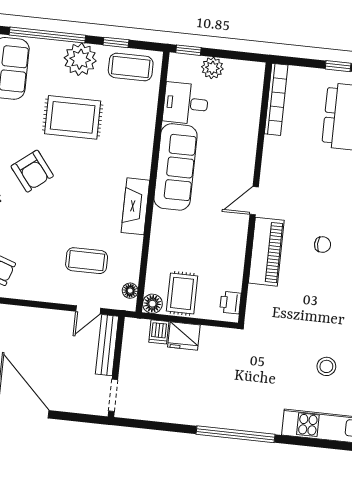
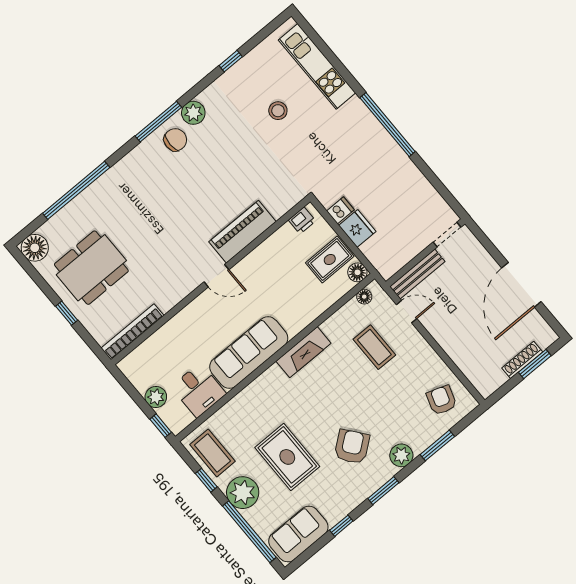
chair: (323, 245) -> (198, 199), removed
dishwasher: (159, 332) -> (340, 210), moved

